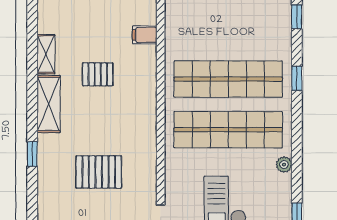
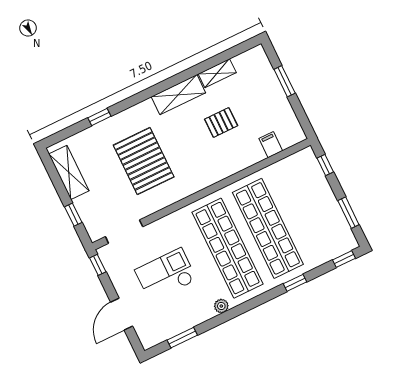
pallet: (98, 74) -> (221, 122), turned 90
window: (32, 154) -> (99, 117), moved
pallet: (99, 172) -> (144, 161), width x1.37, depth x1.41

